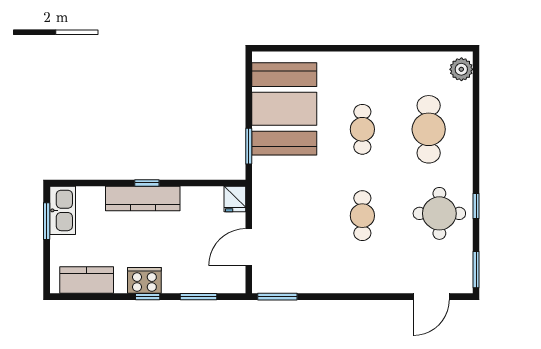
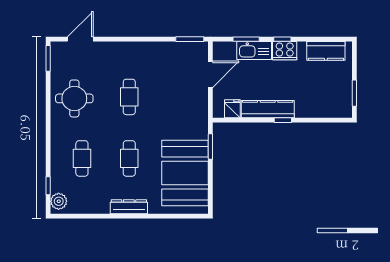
dresser: (363, 62) -> (129, 207), added
cafe table: (429, 129) -> (82, 158), width x0.73, depth x0.74
kitchen counter: (143, 199) -> (268, 109), moved
fridge: (235, 199) -> (232, 109), moved
window: (476, 206) -> (48, 186), moved
kitchen sink: (63, 210) -> (254, 50), moved, turned -90

